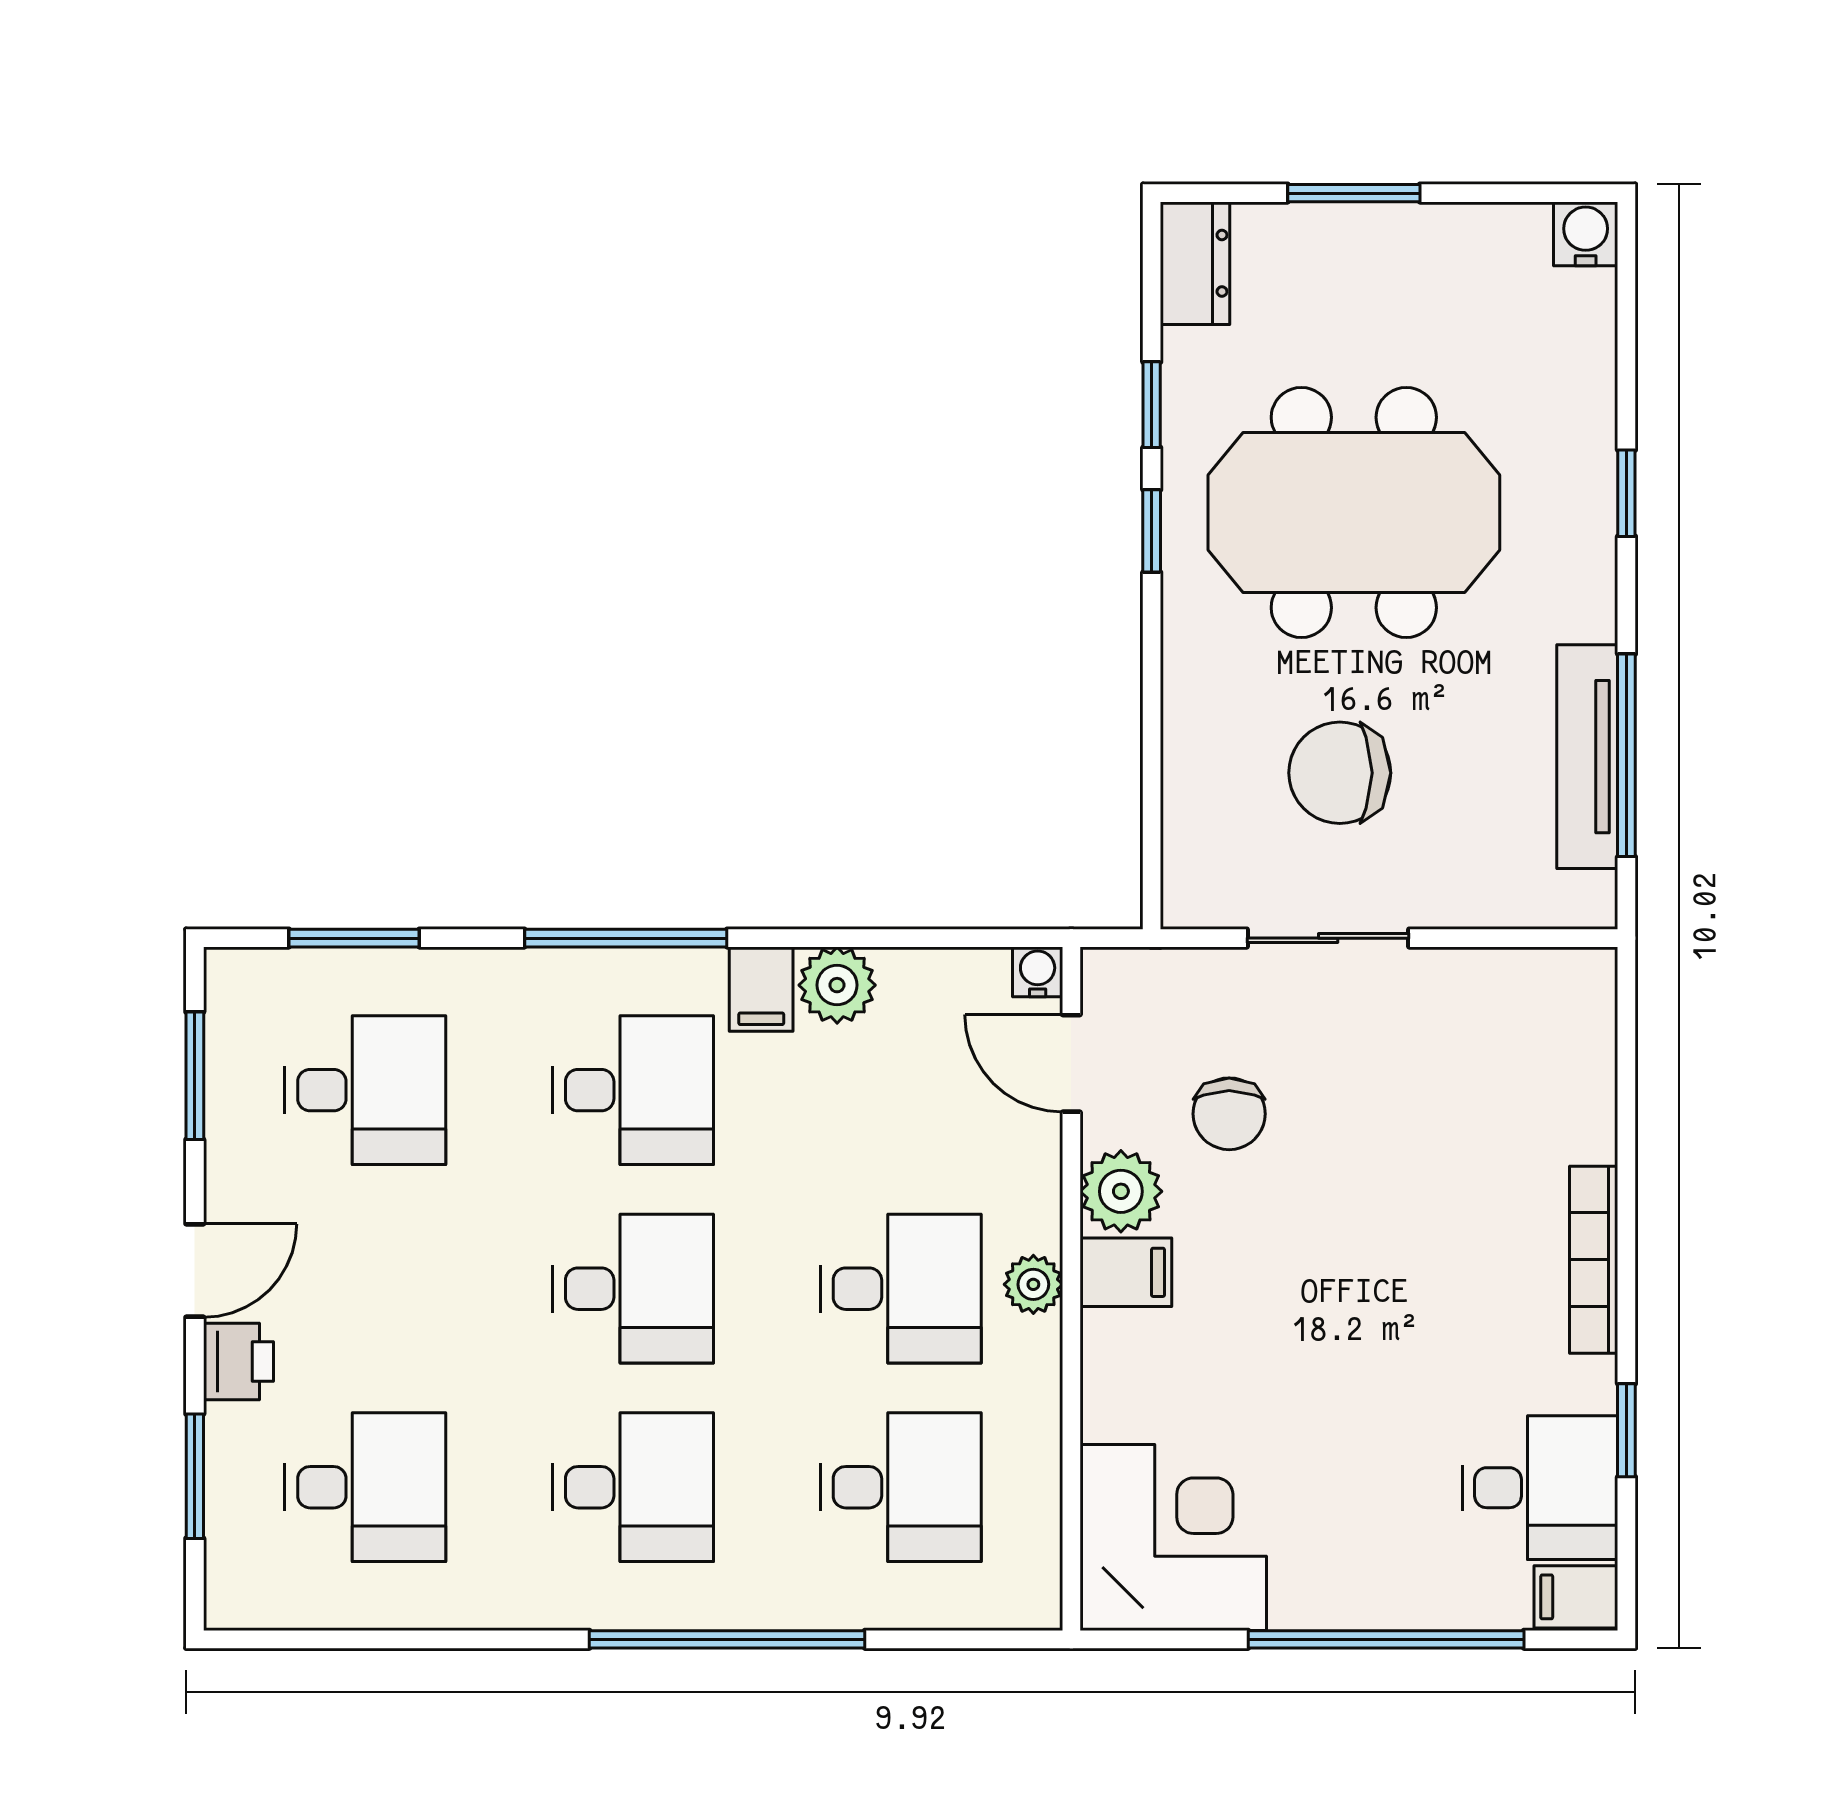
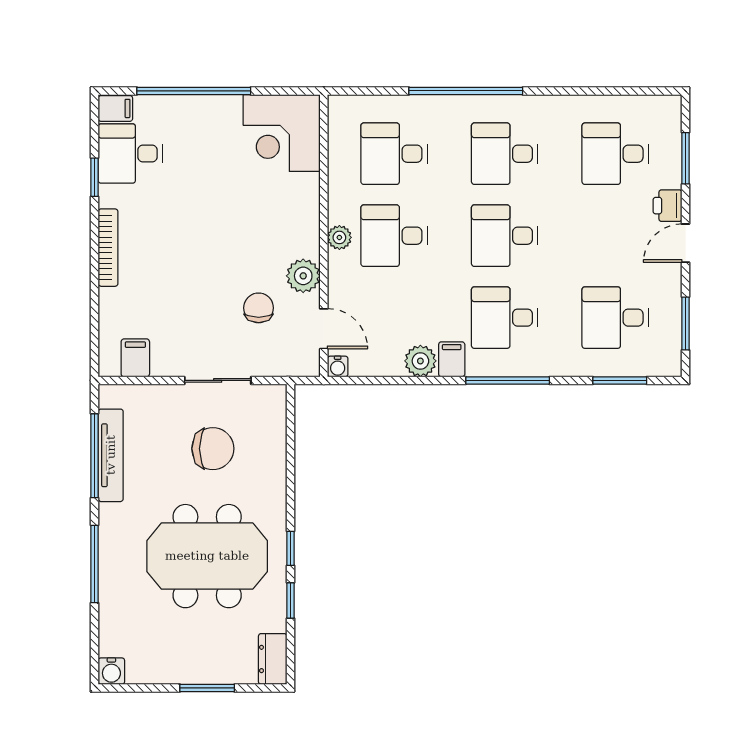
window: (1626, 493) -> (95, 564), width x2.17
filing cabinet: (1126, 1272) -> (135, 358), moved, turned 90

